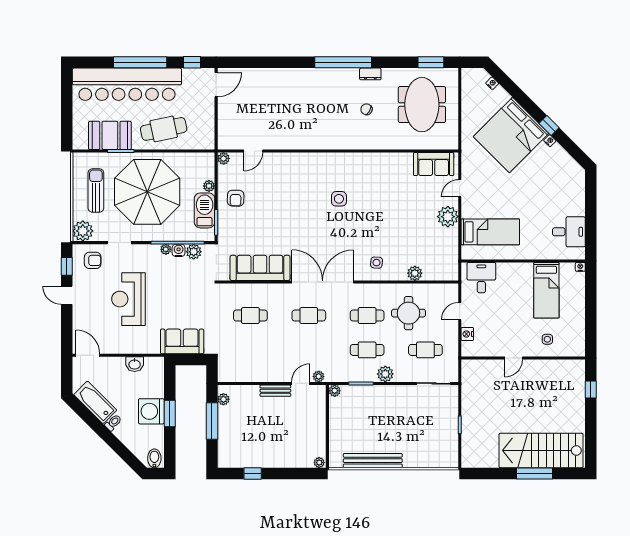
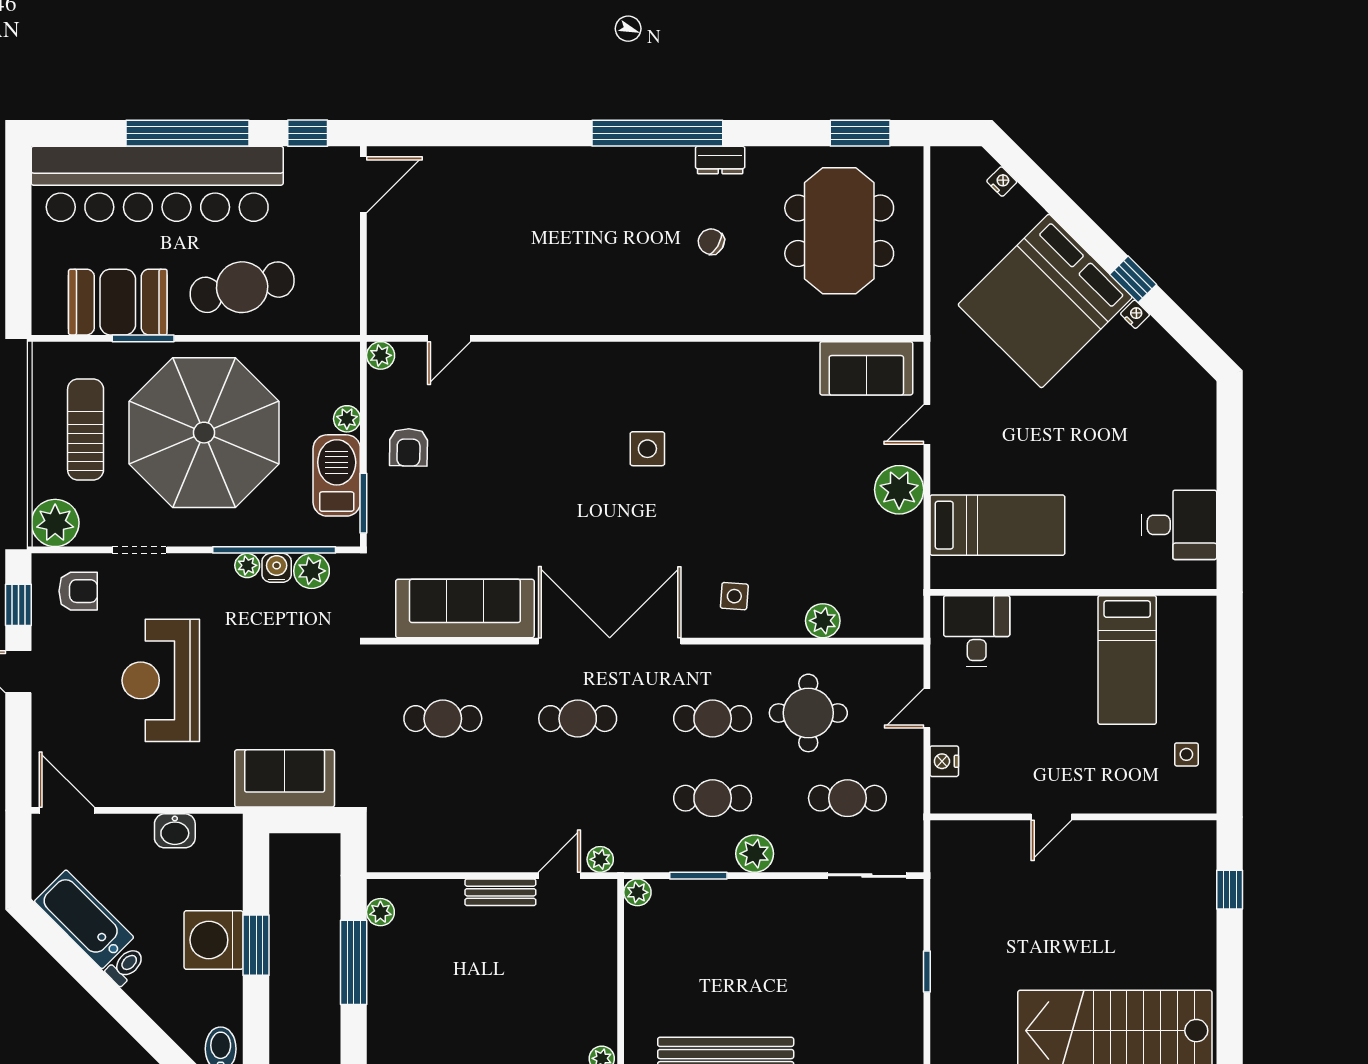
nightstand: (580, 267) -> (1205, 606), removed
side table: (547, 339) -> (1186, 754), moved

